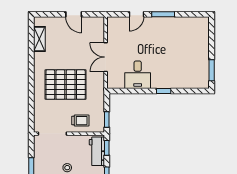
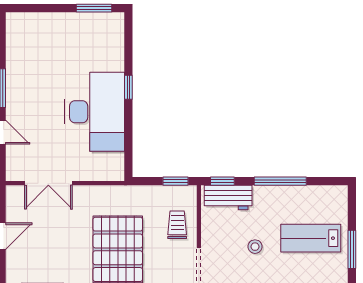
double door: (106, 57) -> (48, 183), moved
desk: (138, 75) -> (95, 112), width x1.87, depth x1.30

